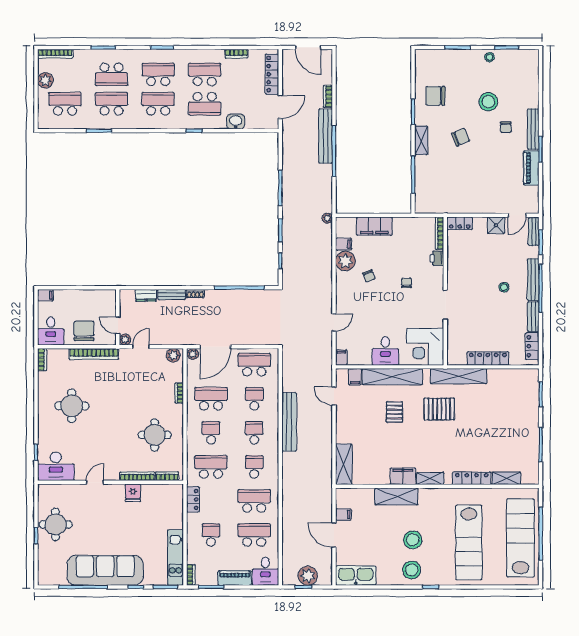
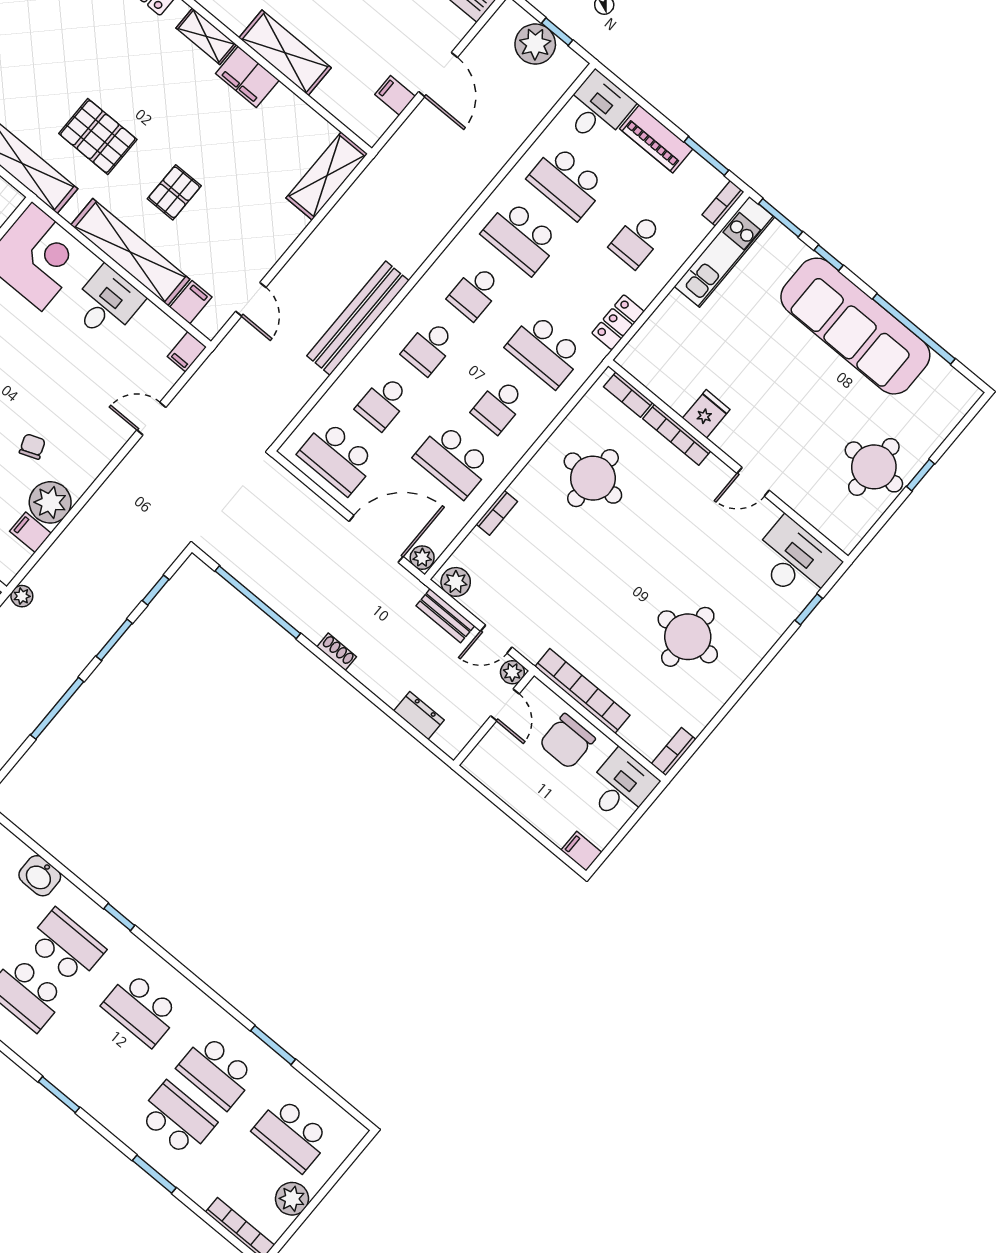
school desk: (158, 74) -> (102, 1056), removed
bench: (172, 295) -> (445, 616), moved

